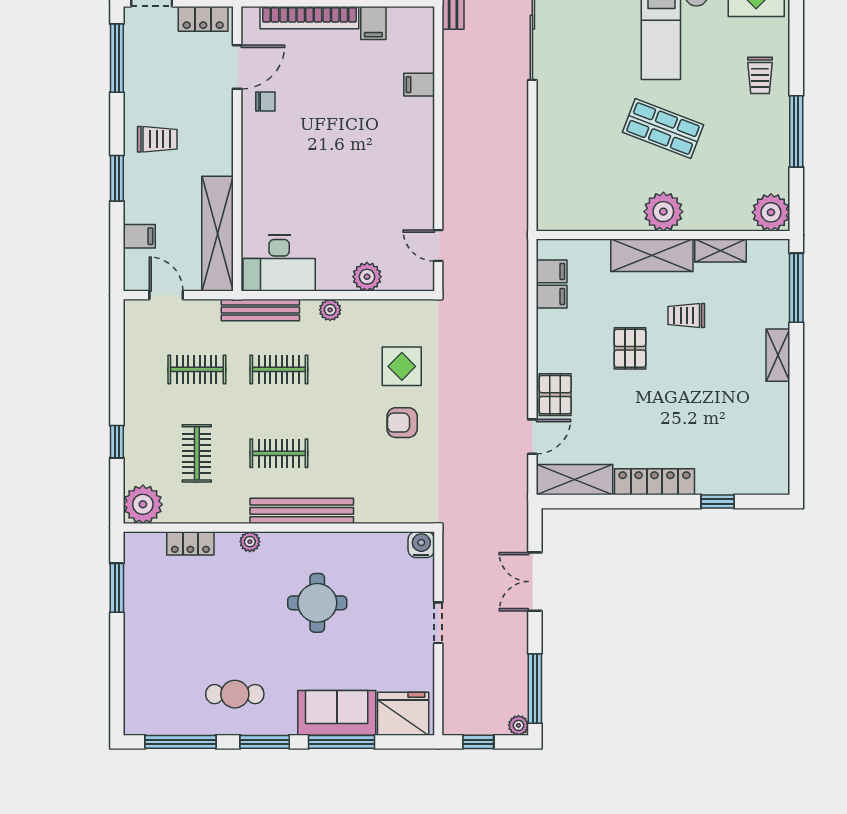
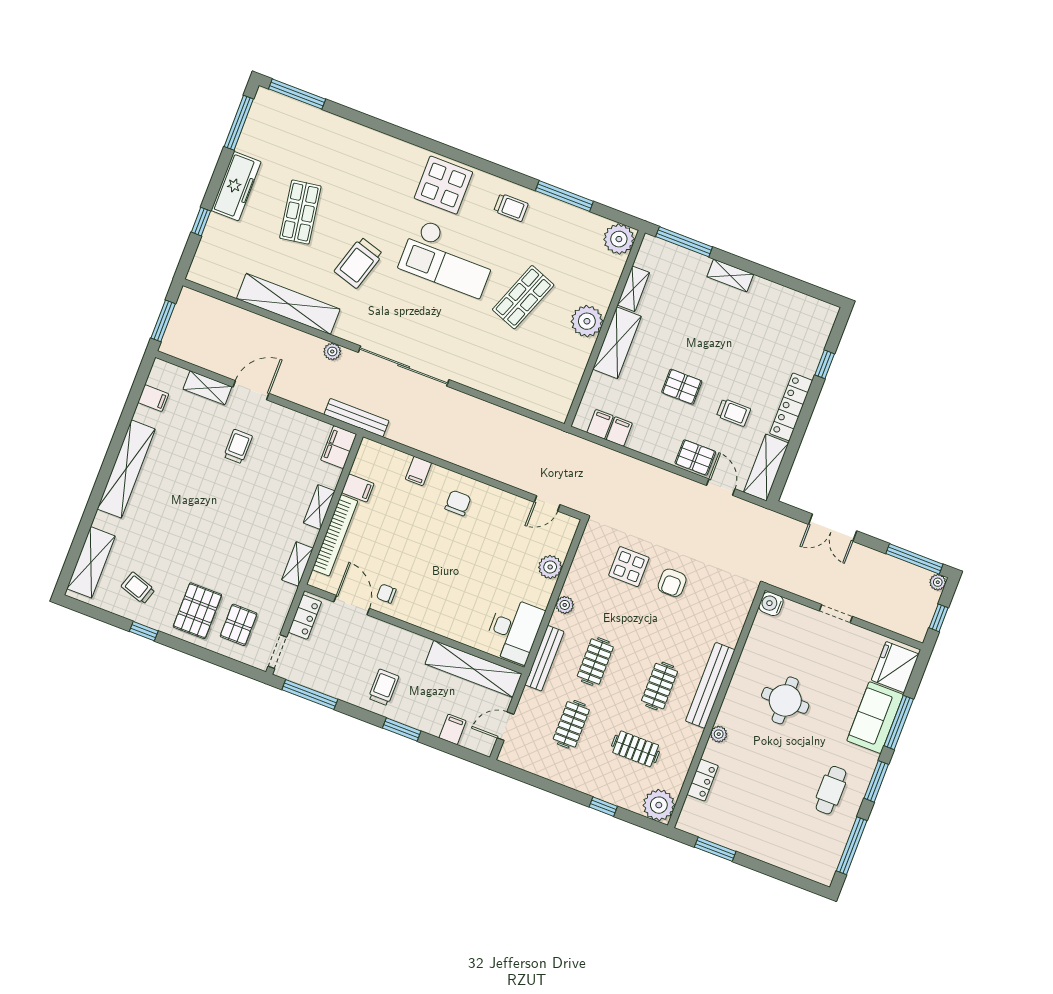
chair: (265, 102) -> (386, 594), turned -90
chair: (400, 144) -> (458, 503), added
trolley: (686, 316) -> (734, 412), moved, turned -90

